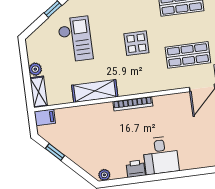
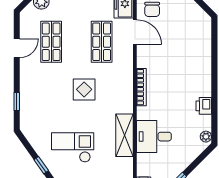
bookcase: (133, 104) -> (141, 87), moved
desk: (161, 155) -> (154, 137), moved, turned 180

